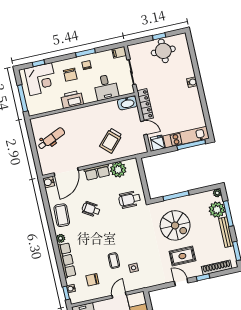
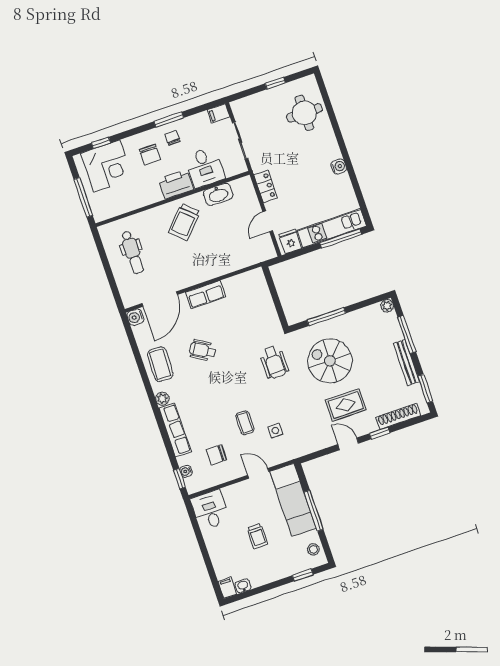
round table: (163, 51) -> (304, 113), moved
water cooler: (192, 82) -> (339, 166), moved
printer: (72, 99) -> (176, 184), moved
washbasin: (127, 103) -> (218, 194), moved
locker: (145, 104) -> (266, 186), width x0.66
door: (144, 128) -> (268, 221), swing flipped
dental chair: (51, 139) -> (132, 252), turned 114
trolley: (111, 141) -> (184, 222), moved
plant: (118, 170) -> (236, 287), removed
wheelchair: (130, 199) -> (274, 362), moved, turned -90
plant: (217, 210) -> (389, 331), removed
spiral stairs: (175, 225) -> (330, 361), turned 180
door: (119, 295) -> (258, 473), hinge flipped

